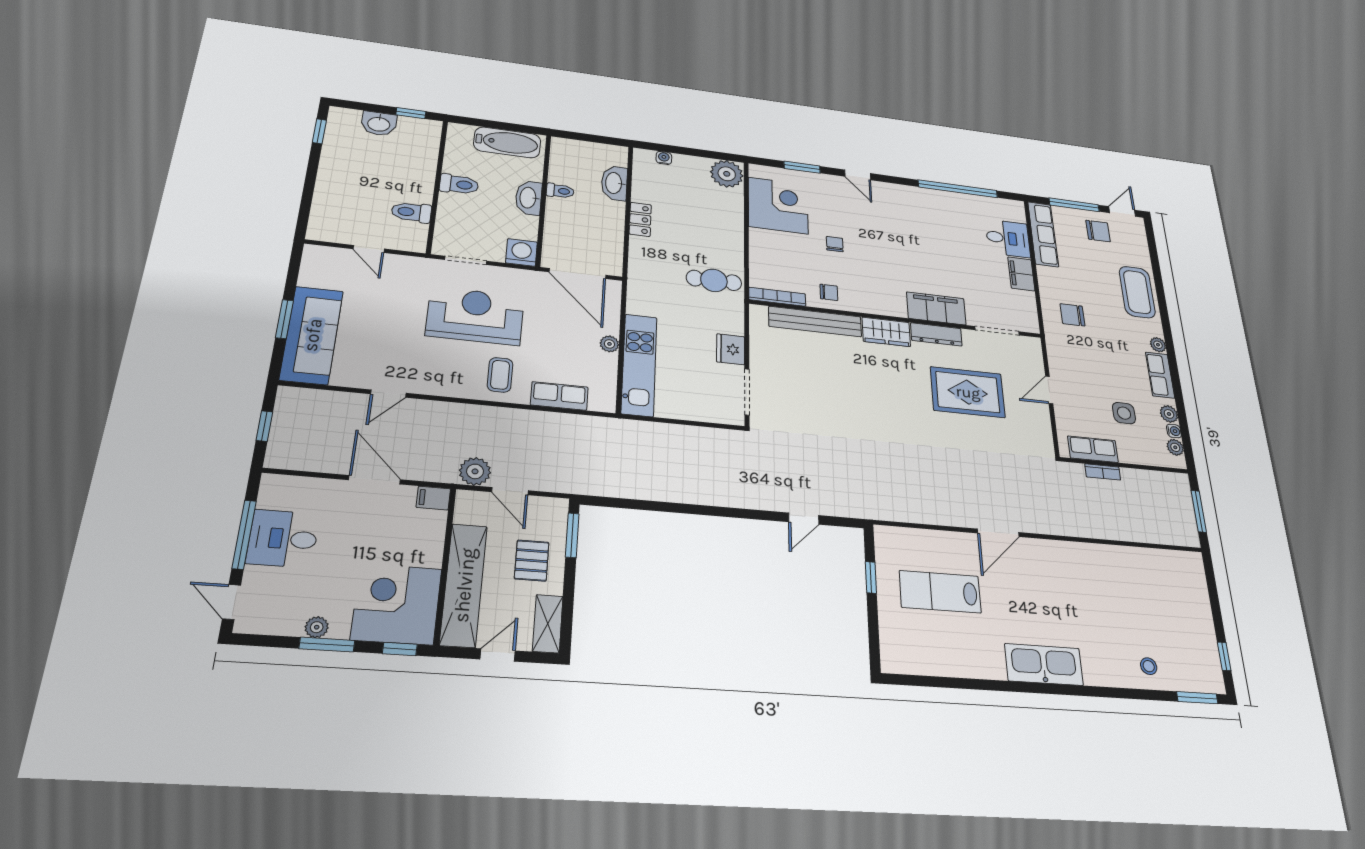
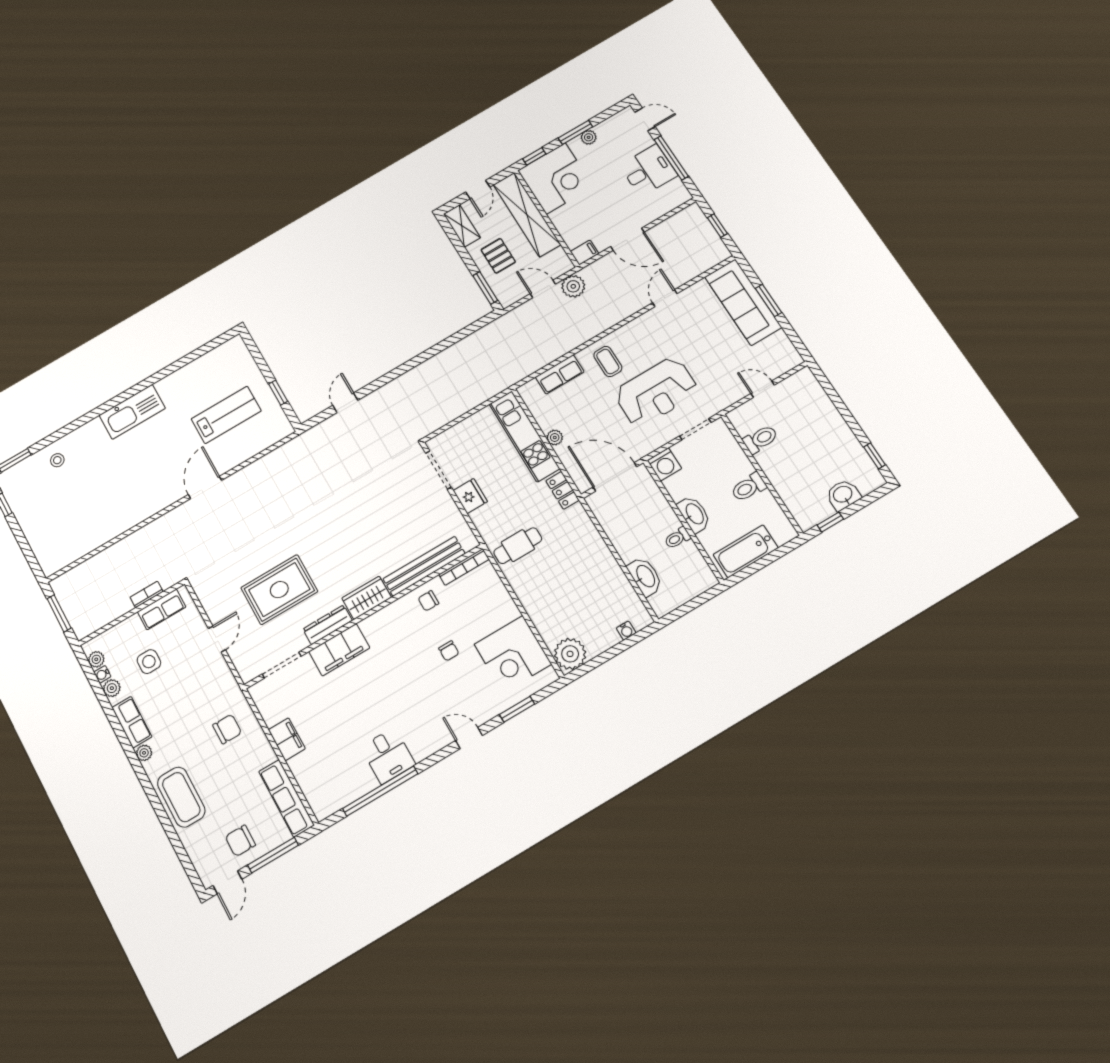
locker: (640, 219) -> (563, 490), moved
desk: (1008, 238) -> (388, 756), moved, turned -90

